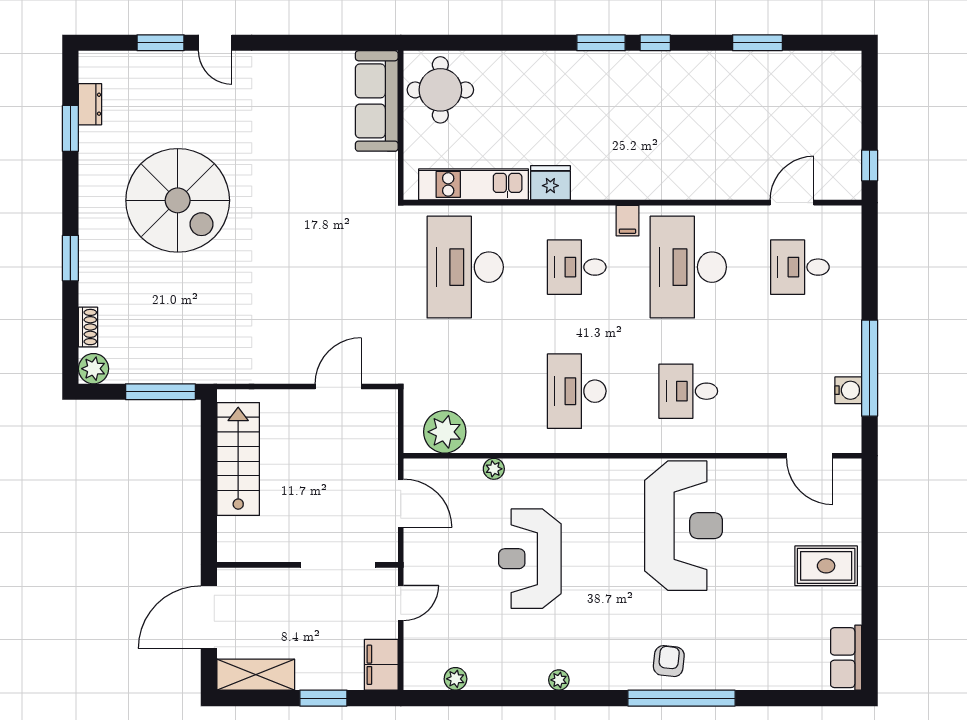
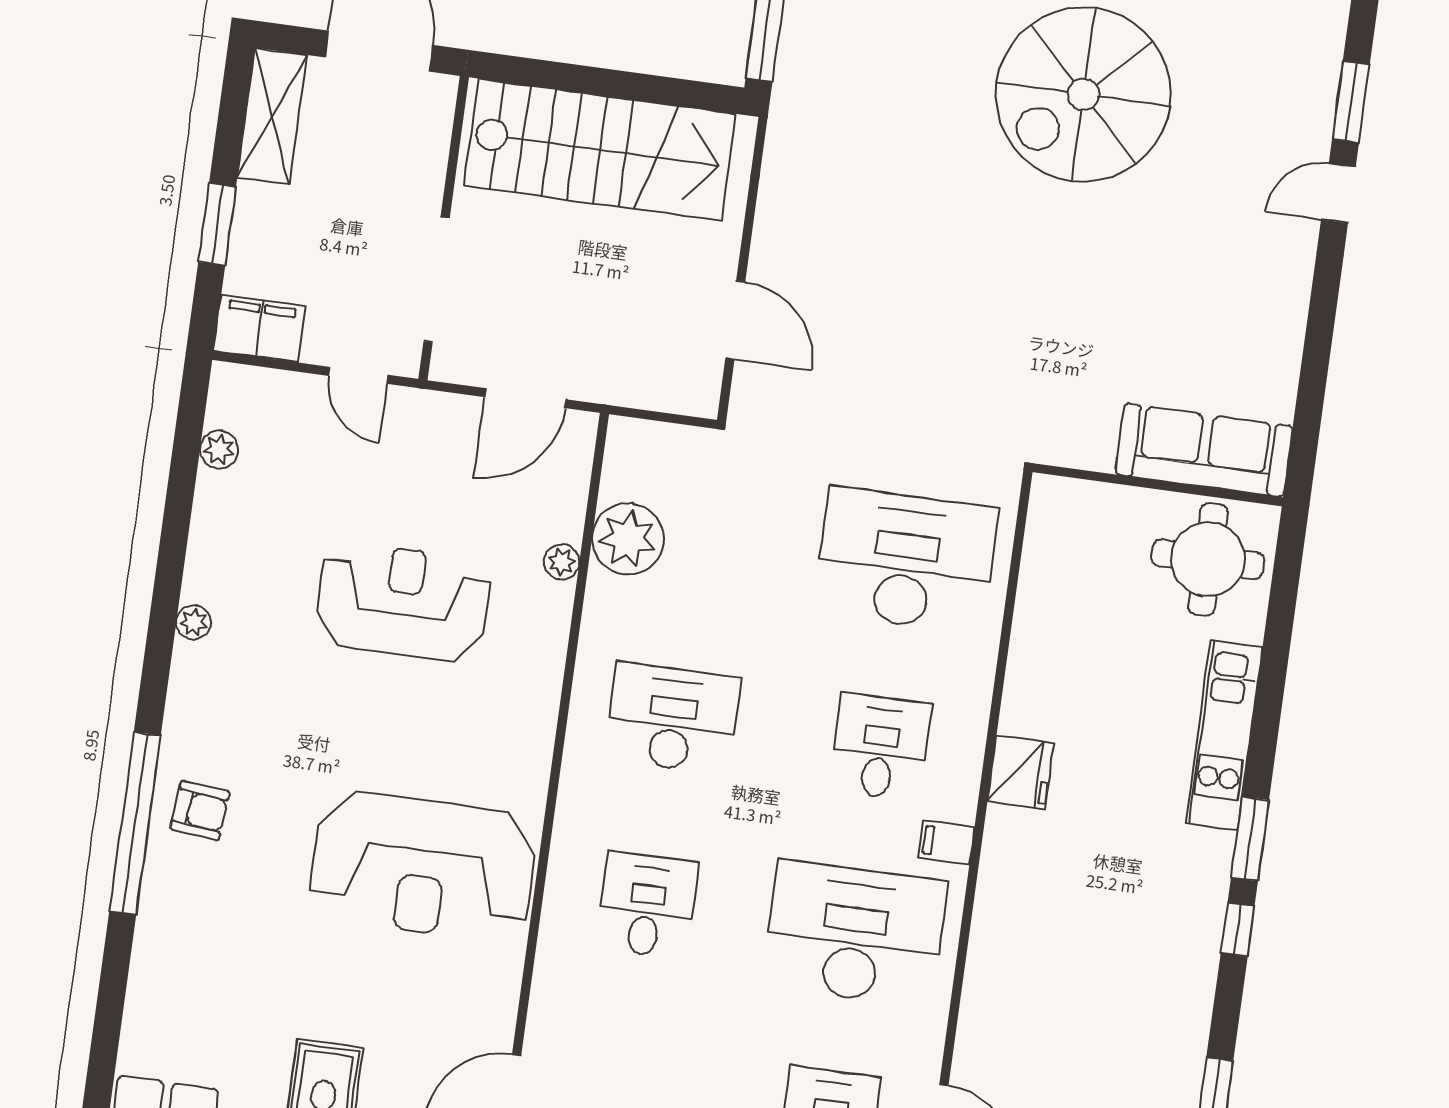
fridge: (550, 183) -> (1020, 772), moved
kitchen unit: (473, 184) -> (1224, 735), moved, turned 180
plant: (445, 432) -> (628, 539), moved
stairs: (238, 459) -> (600, 150), width x1.36, depth x1.51

